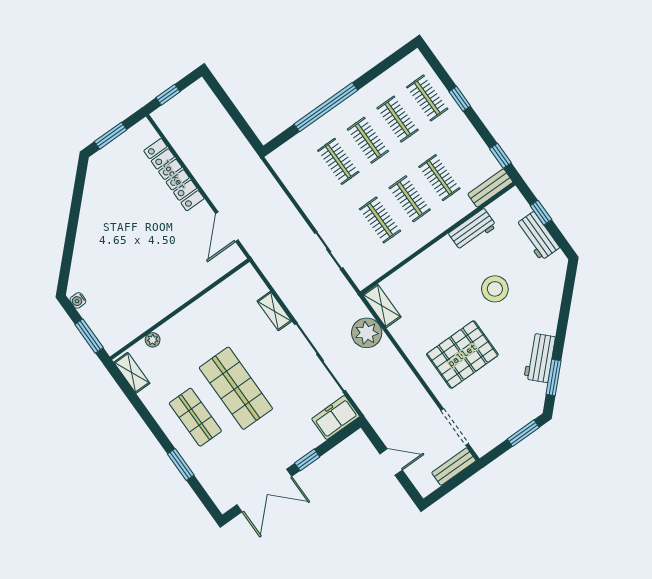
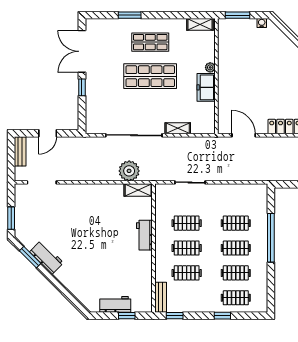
workbench: (473, 230) -> (144, 235), moved
stool: (495, 289) -> (103, 260), removed
plant: (153, 340) -> (210, 67), moved
pallet: (462, 355) -> (79, 216), removed
freezer: (336, 418) -> (206, 87), moved, turned 180
bench: (454, 467) -> (20, 151), moved

